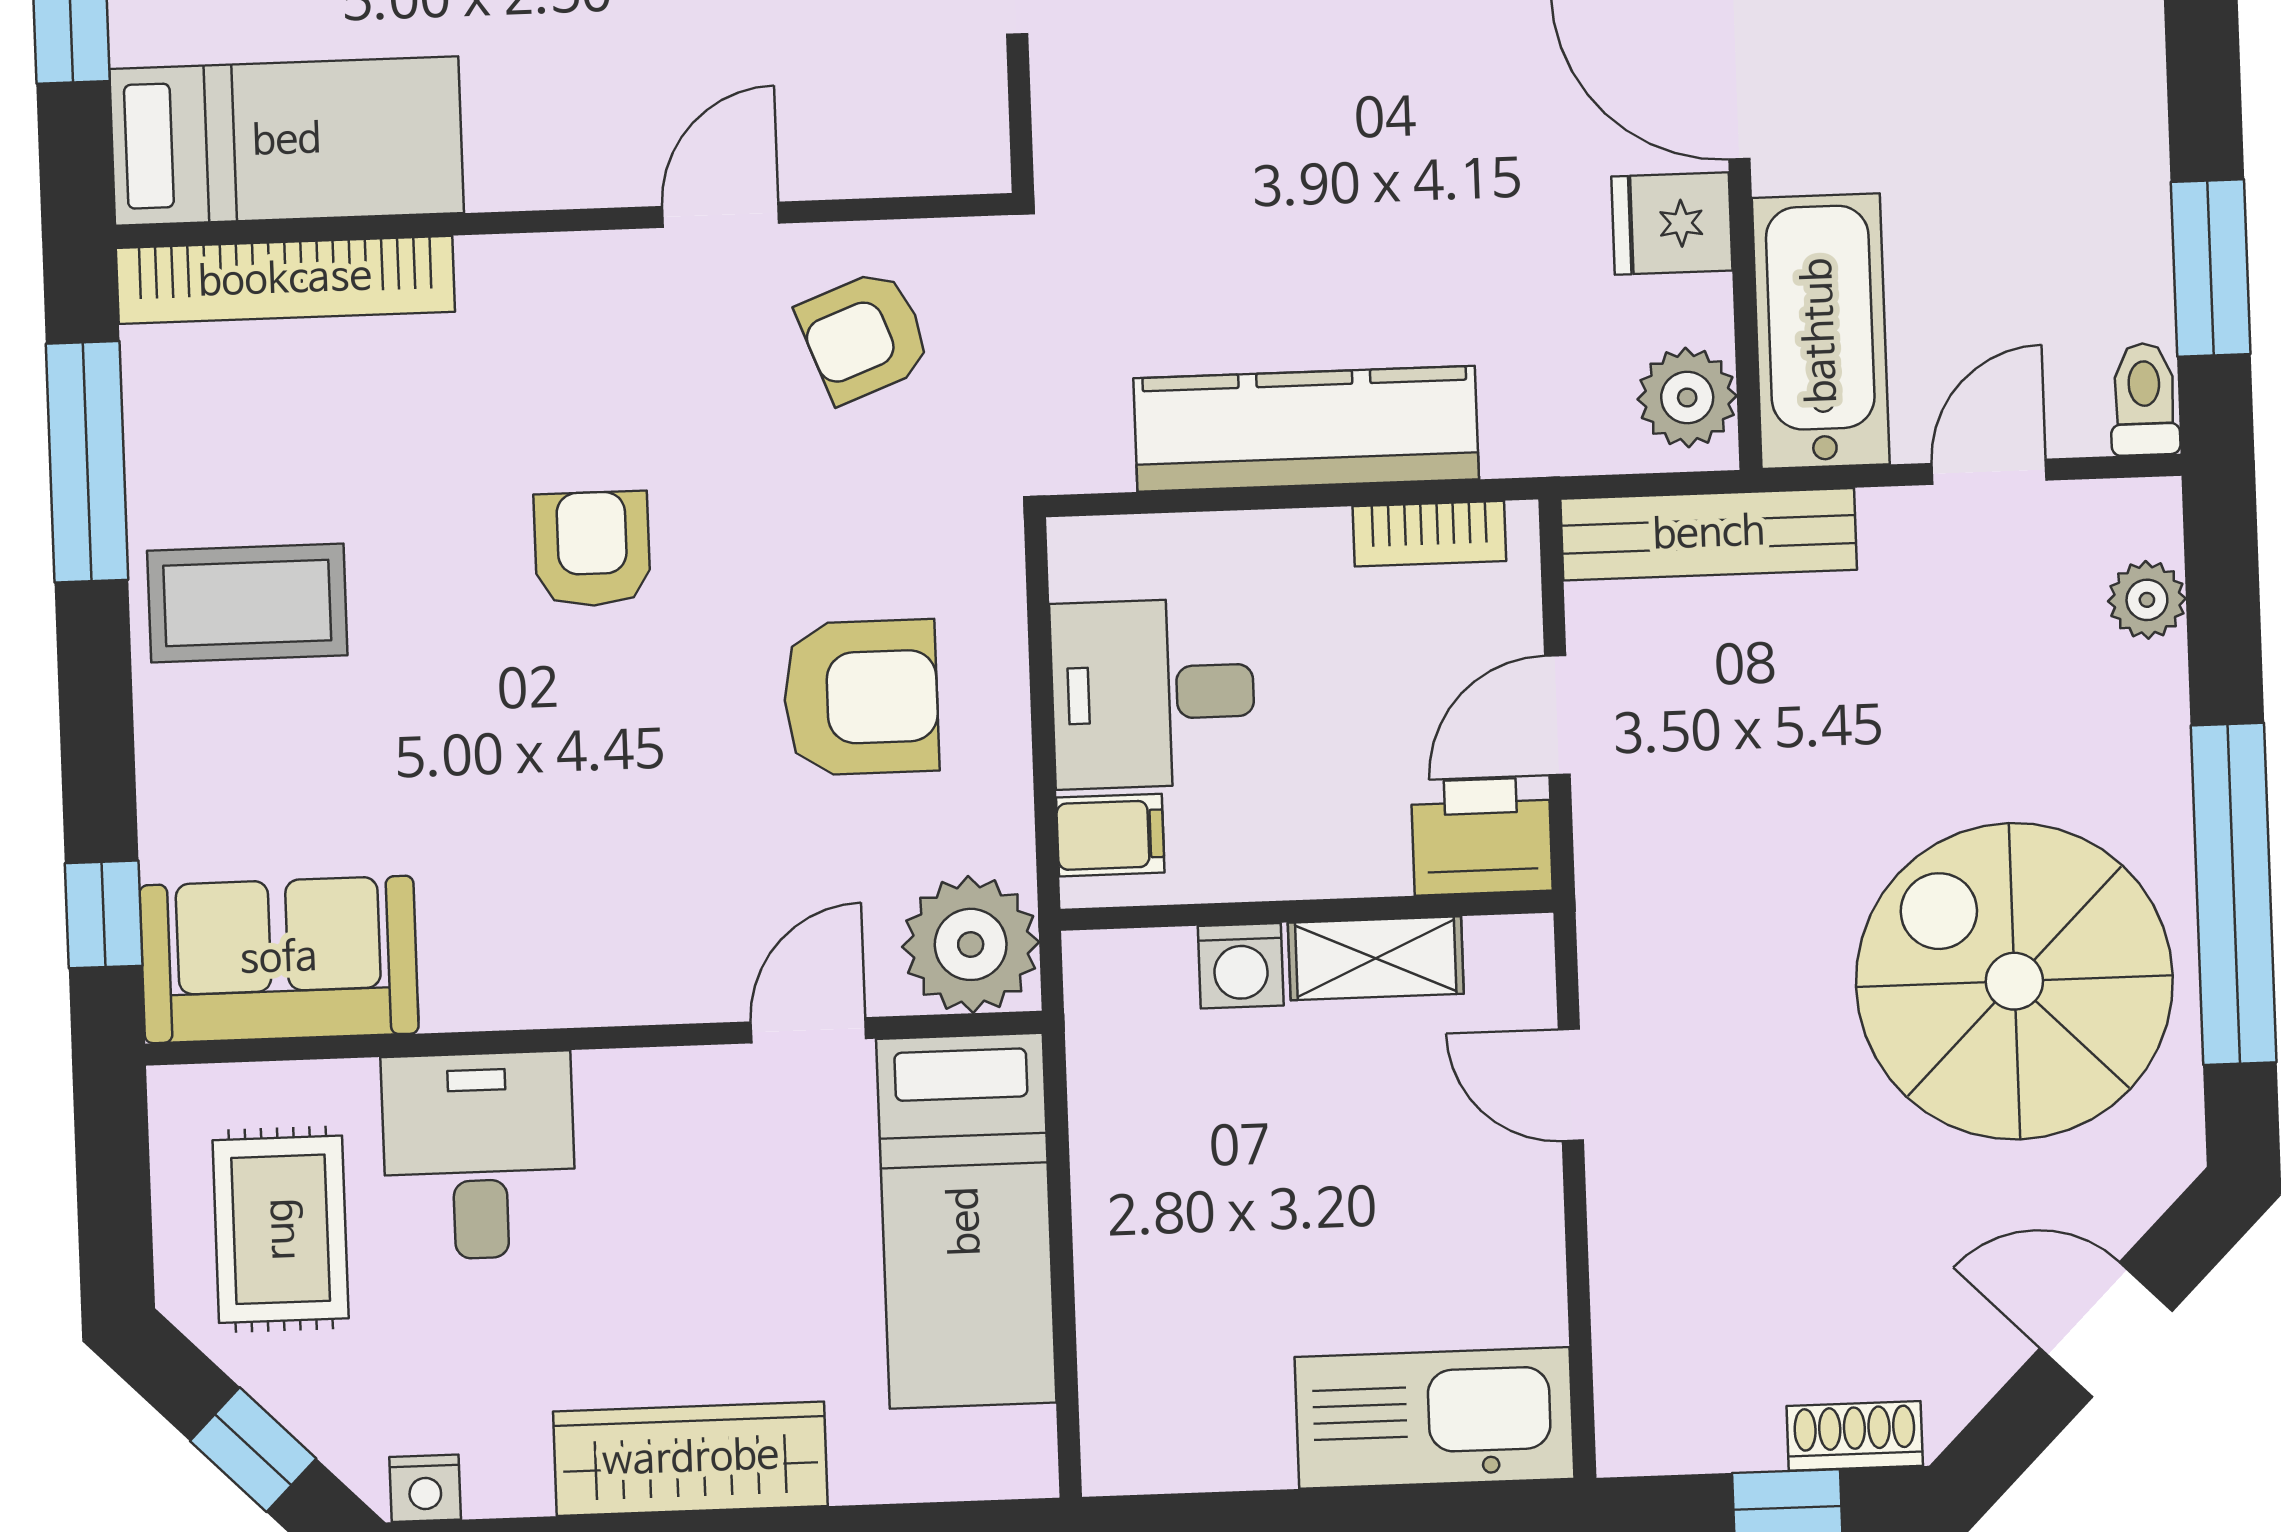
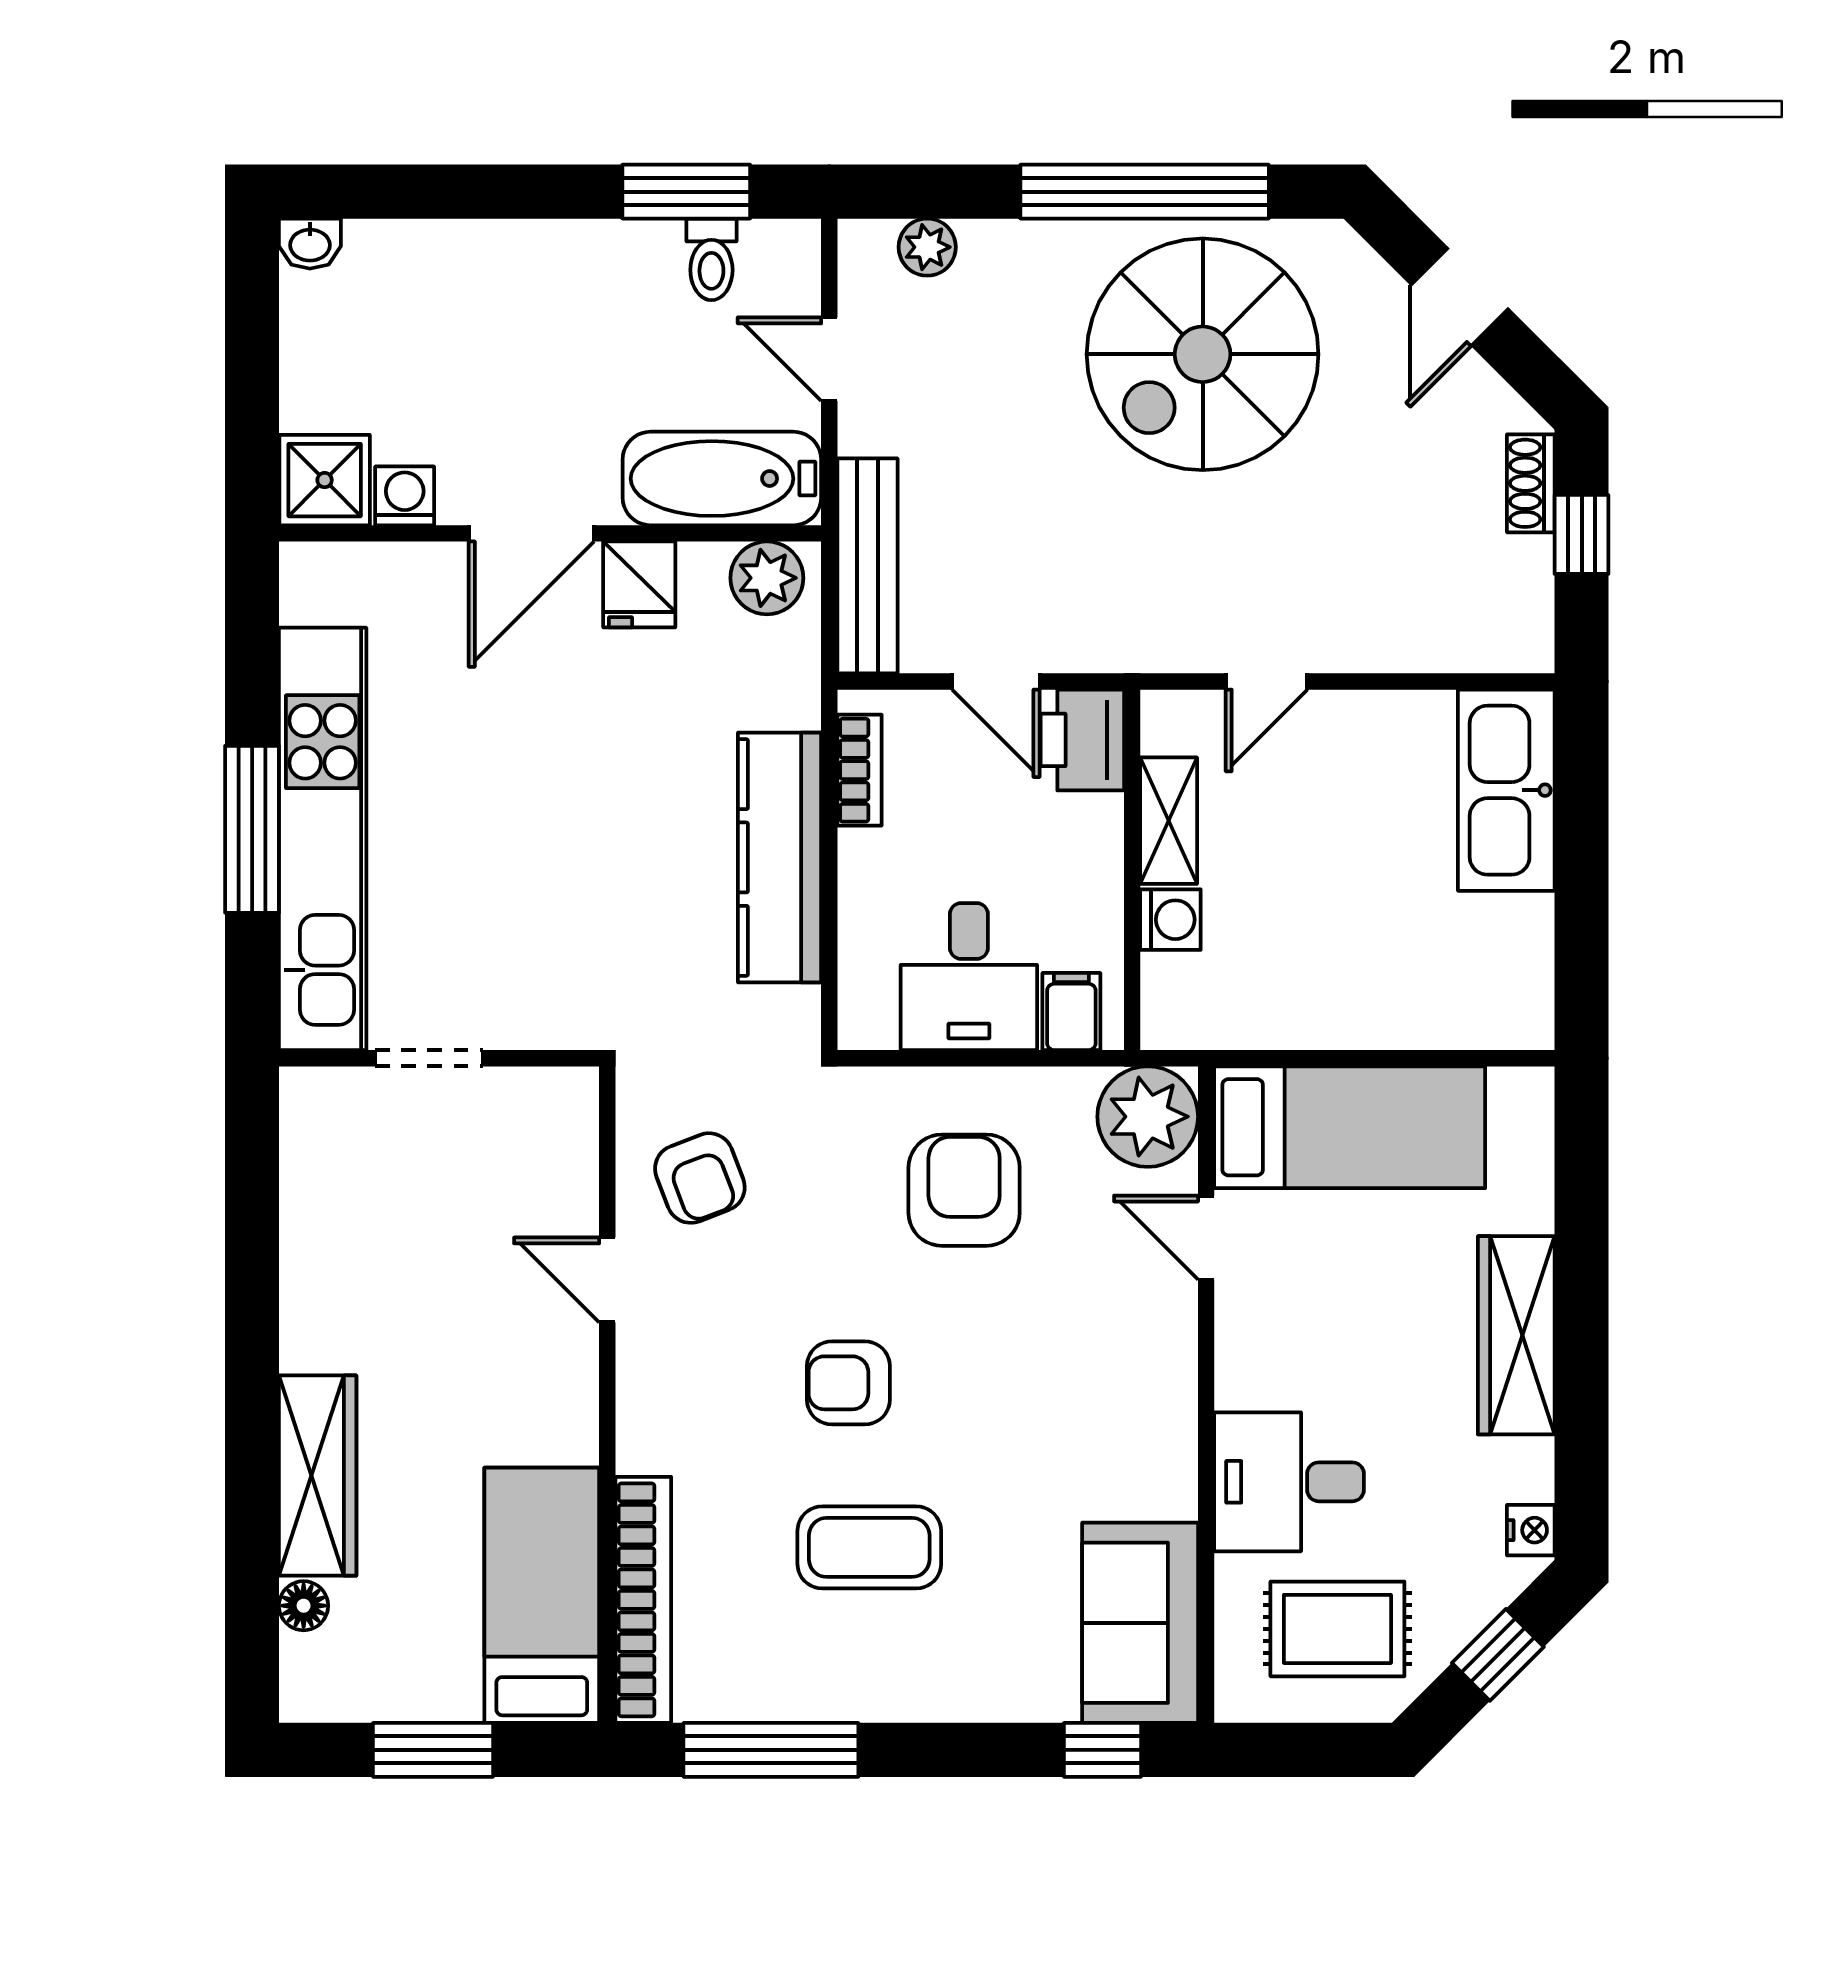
toilet: (2144, 399) -> (711, 259), moved, turned -90
coffee table: (247, 603) -> (869, 1547), moved, turned 90

